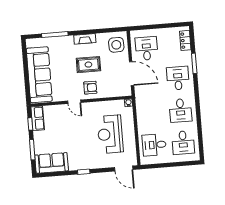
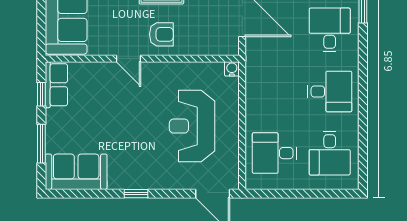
desk: (180, 110) -> (330, 91), turned -90

